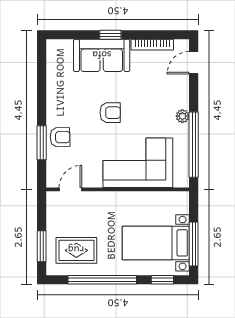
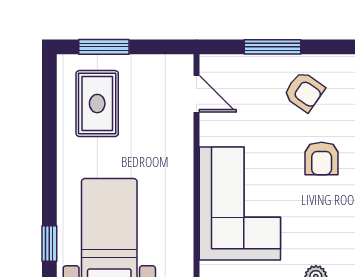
armchair: (60, 137) -> (304, 92), moved, turned -54
window: (102, 280) -> (49, 145), removed

